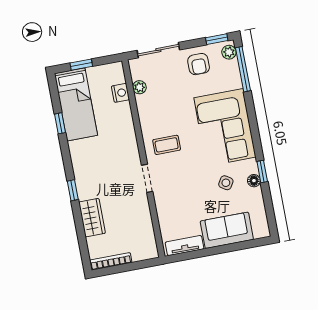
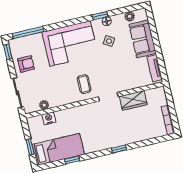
plant: (229, 52) -> (130, 16), moved
wardrobe: (92, 218) -> (133, 100), moved, turned 180

